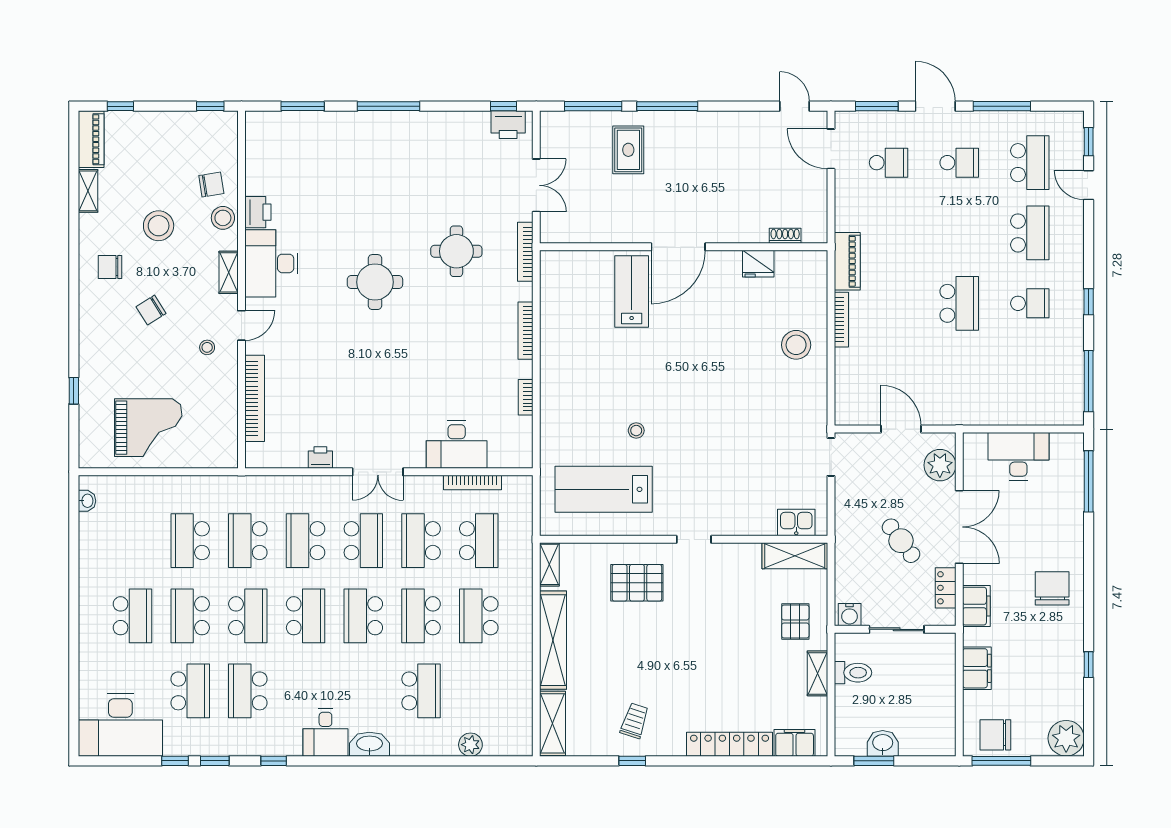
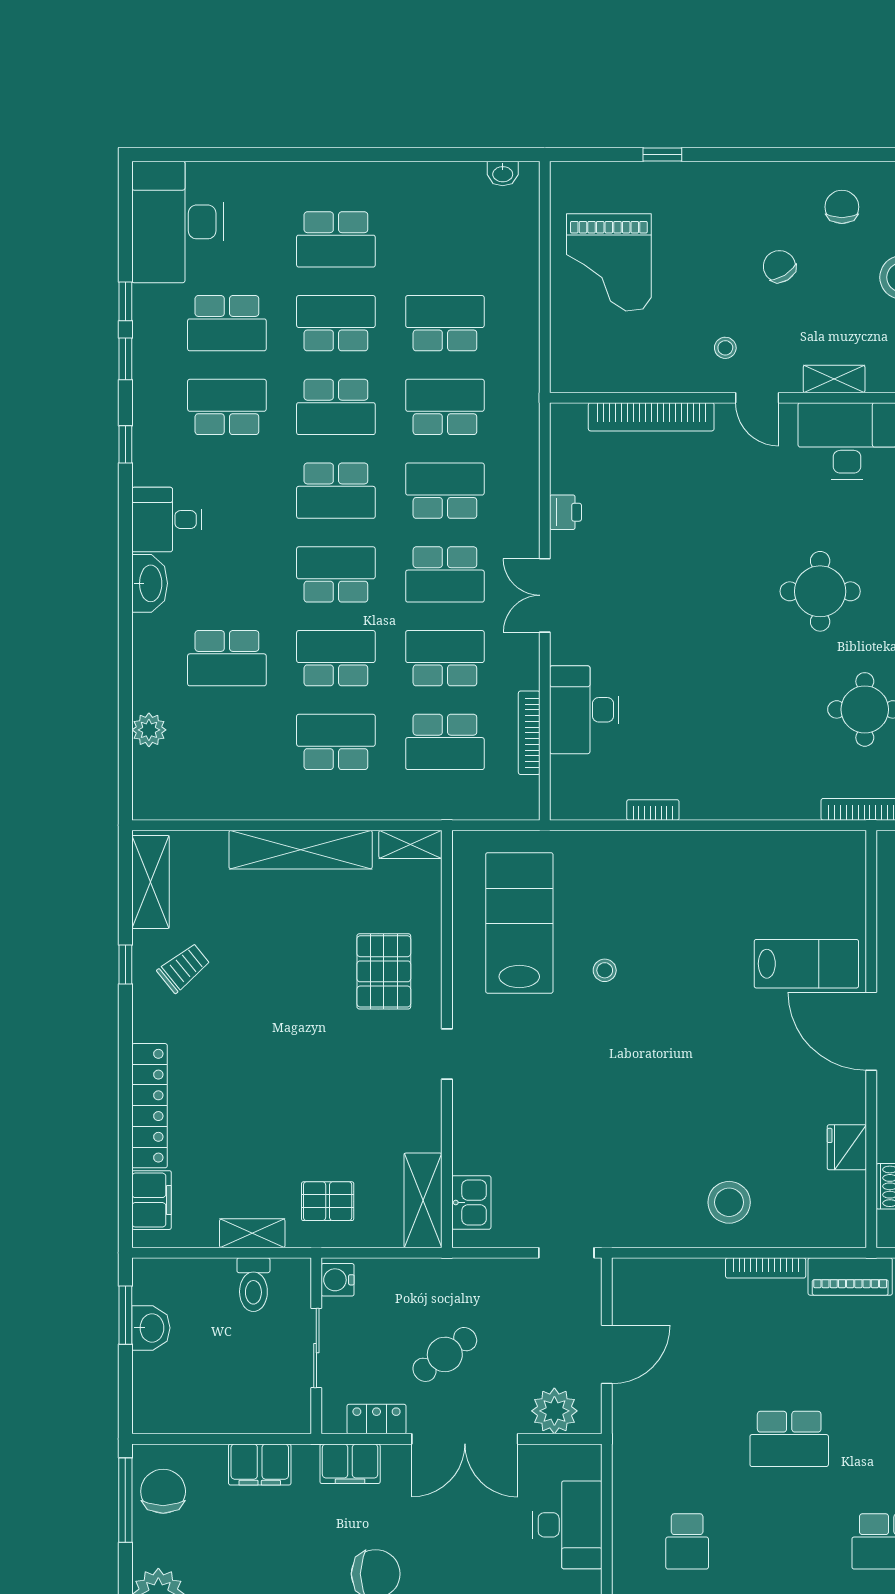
school desk: (1030, 303) -> (687, 1541), moved
bookcase: (525, 331) -> (750, 810), removed
trolley: (635, 721) -> (184, 968), turned -57
shelving: (552, 723) -> (151, 882), moved, turned 90

